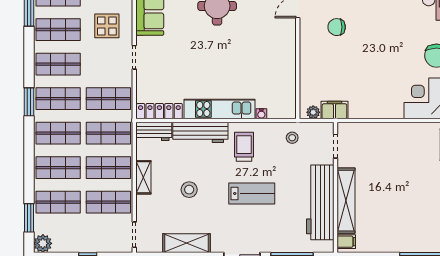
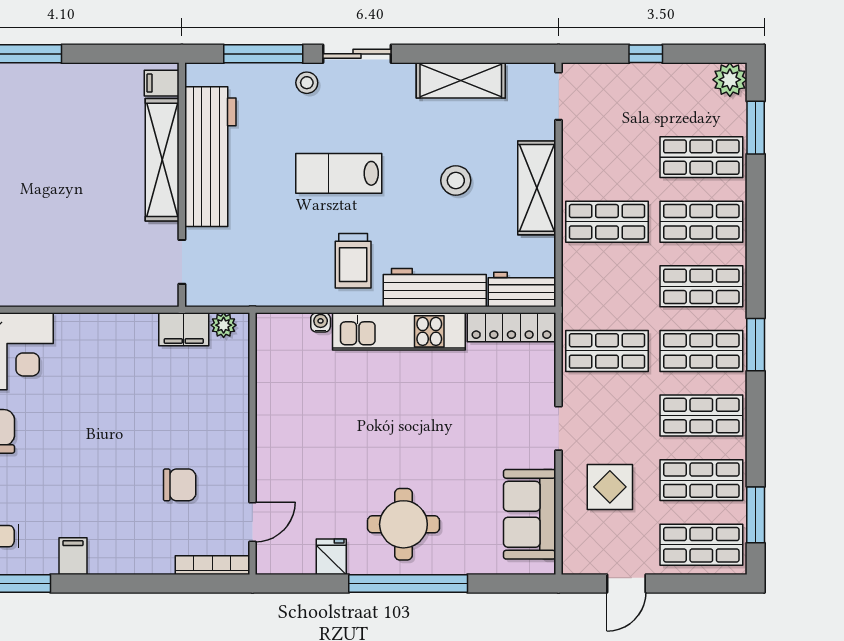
shop shelf: (108, 133) -> (607, 286), removed
stool: (292, 138) -> (307, 83), moved
shelving: (143, 177) -> (537, 188), width x1.50, depth x1.33
shop shelf: (108, 202) -> (607, 157), removed

